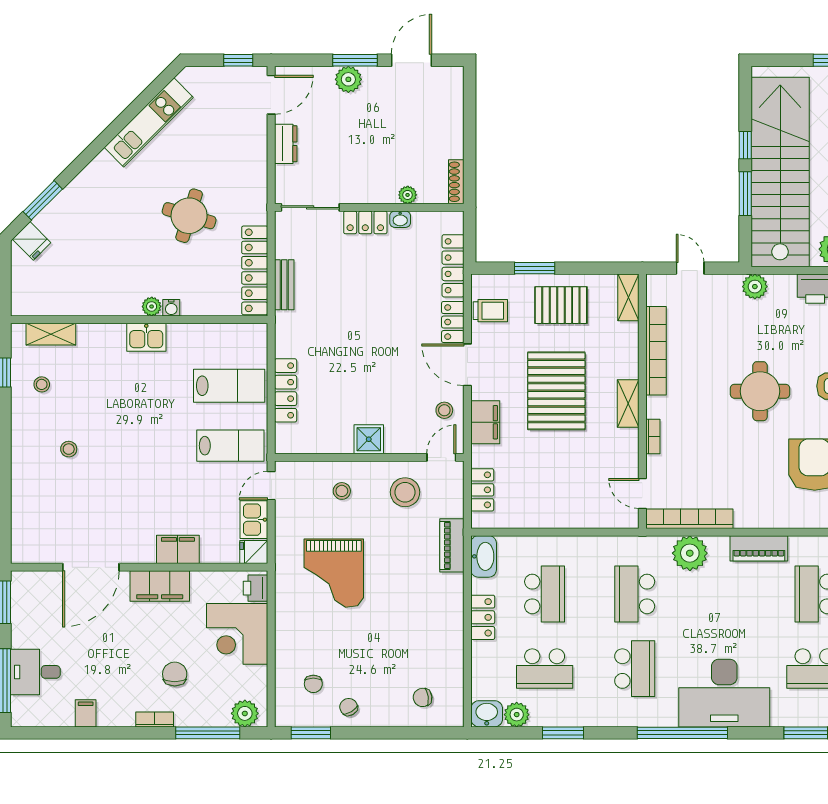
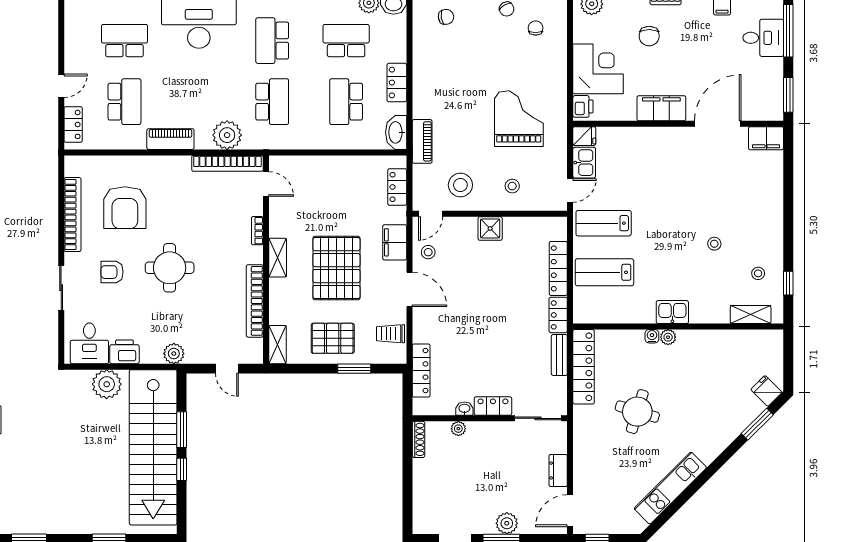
locker: (453, 322) -> (558, 315), moved, turned 180
stool: (69, 449) -> (714, 244), moved
filing cabinet: (178, 549) -> (766, 138), moved

